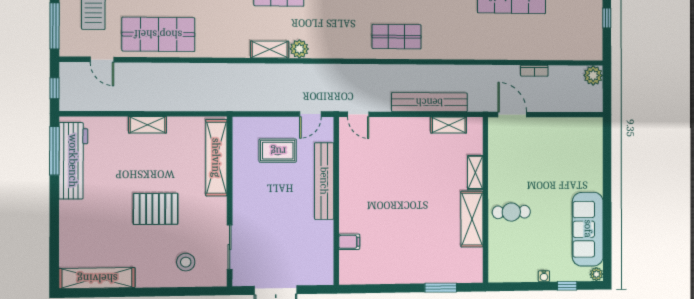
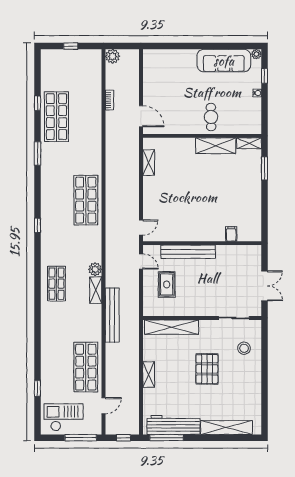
shop shelf: (397, 37) -> (86, 200), width x1.43, depth x1.36
bench: (429, 102) -> (112, 315), moved
door: (512, 114) -> (141, 116), swing flipped
shelving: (475, 173) -> (249, 143), moved
shelving: (97, 278) -> (227, 428), moved, turned 90

